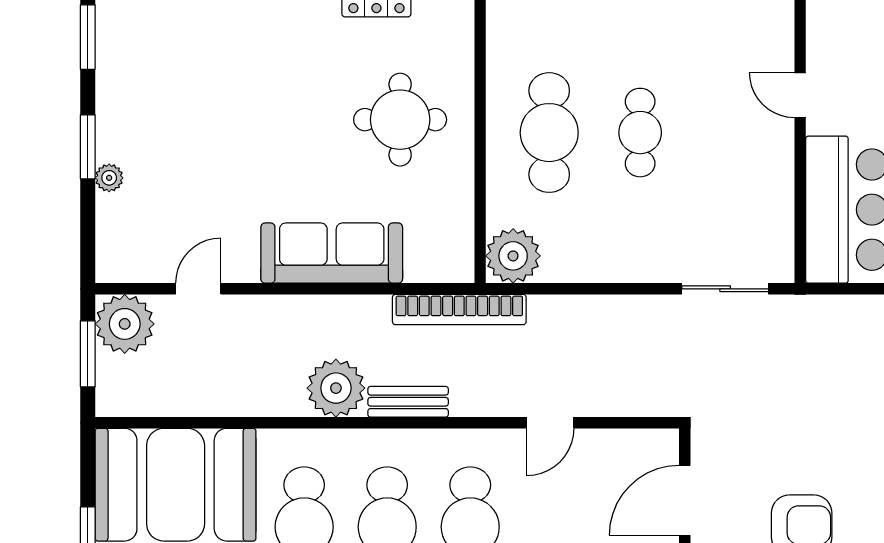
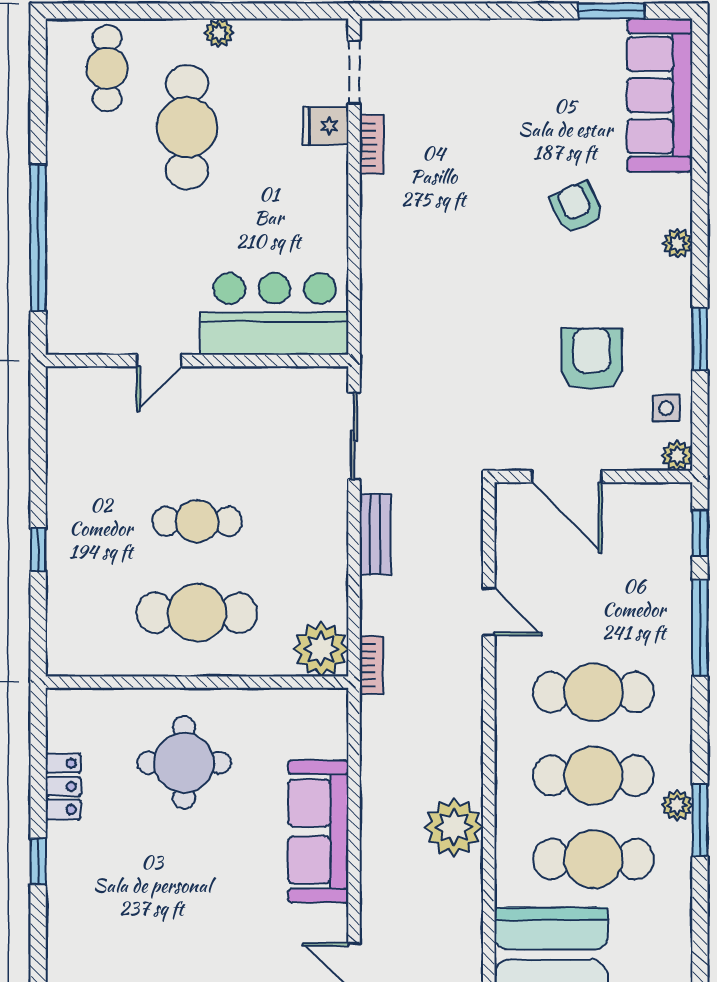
bookcase: (459, 310) -> (371, 665), width x0.43, depth x0.76
bench: (408, 402) -> (375, 534), moved

